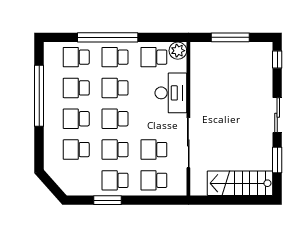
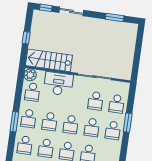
window: (108, 37) -> (14, 122), width x0.47
window: (230, 37) -> (26, 38), width x0.46
sliding door: (277, 115) -> (71, 11), moved
stairs: (240, 183) -> (49, 60), moved, turned 90
window: (107, 200) -> (128, 123), moved

